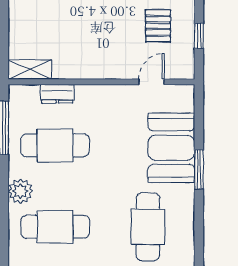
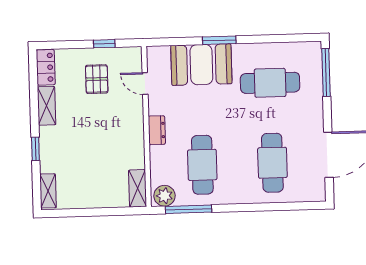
pallet: (158, 26) -> (97, 79), turned 90
dresser: (57, 94) -> (157, 130), moved
plant: (20, 191) -> (164, 196), moved

